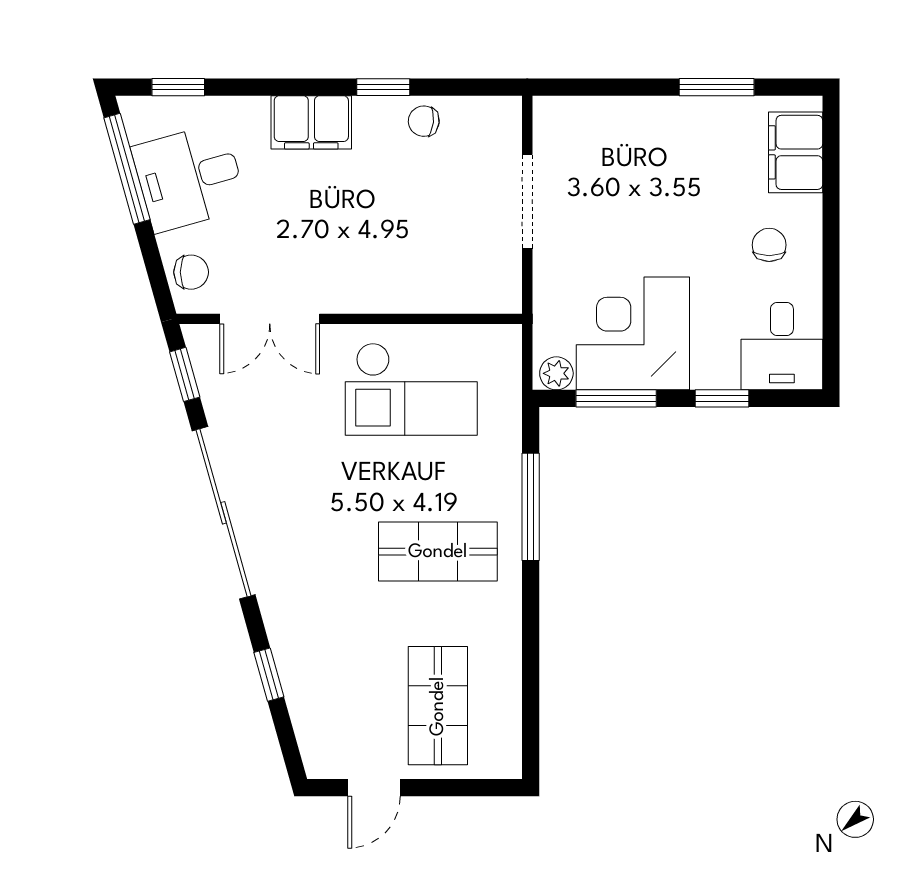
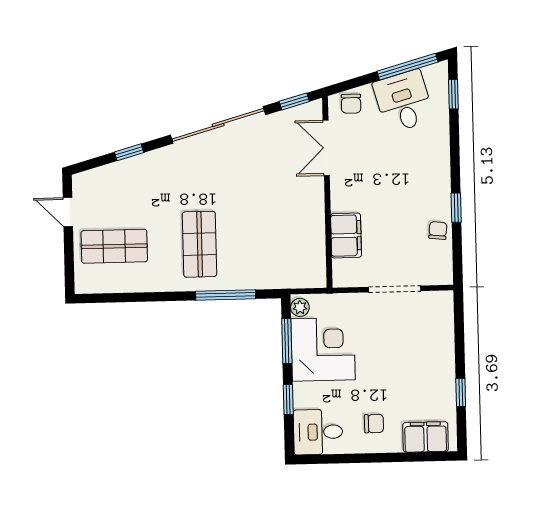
window: (717, 87) -> (461, 392), width x0.67
filing cabinet: (311, 122) -> (346, 236), moved, turned 180
checkout: (411, 389) -> (289, 227), removed

